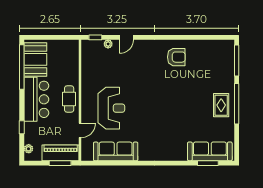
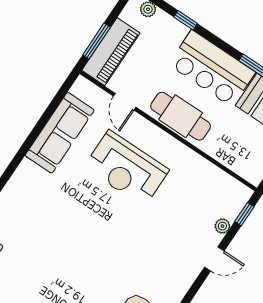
door: (126, 37) -> (214, 259), swing flipped
cafe table: (69, 99) -> (181, 116), width x1.37, depth x1.35

